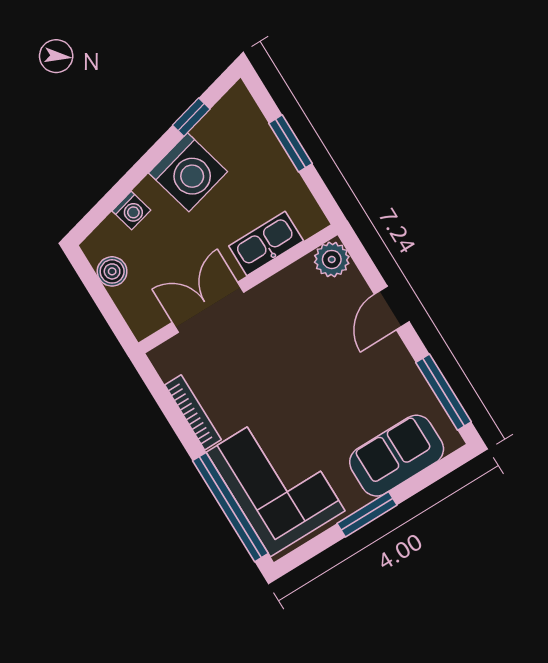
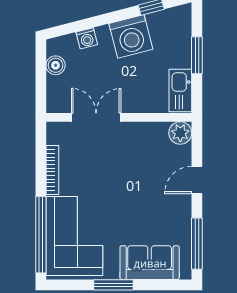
kitchen sink: (266, 243) -> (180, 91), moved, turned -90

